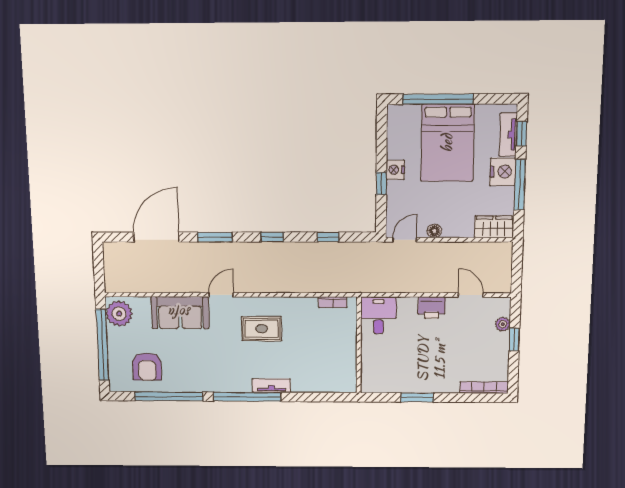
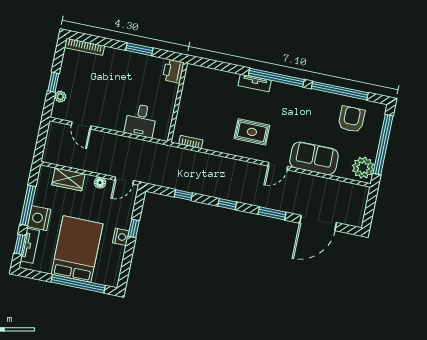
wardrobe: (494, 227) -> (68, 179), moved
printer: (432, 308) -> (173, 71), moved, turned -90
desk: (378, 315) -> (141, 120), moved

